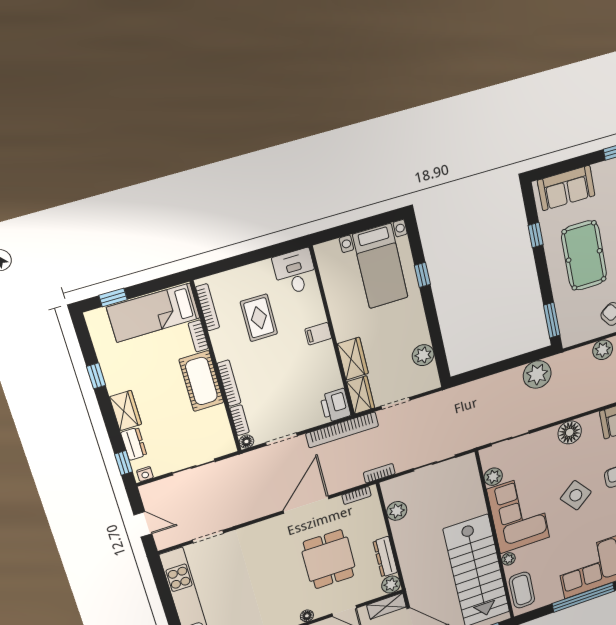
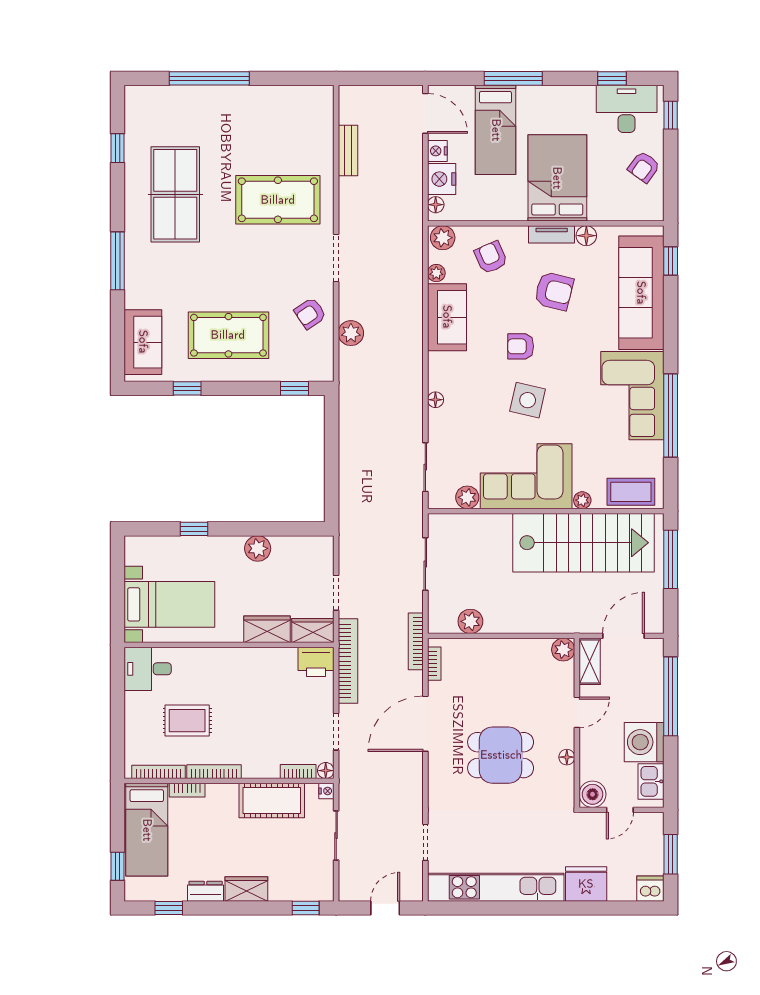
bed with nightstands: (380, 266) -> (169, 604), moved
window: (552, 320) -> (295, 388), width x0.67
filing cabinet: (318, 334) -> (226, 661), removed
plant: (423, 355) -> (258, 548), moved
plant: (537, 374) -> (356, 419), removed
window: (96, 376) -> (169, 908), moved
cot: (201, 381) -> (272, 800), moved
bookcase: (229, 383) -> (214, 772), moved
floor lamp: (570, 432) -> (435, 400), width x0.53, depth x0.53
dresser: (134, 444) -> (206, 891), moved
bookcase: (379, 473) -> (416, 641), width x1.56
nightstand: (145, 474) -> (326, 791), moved
side table: (576, 495) -> (528, 400), turned -38
door: (306, 505) -> (425, 724), hinge flipped
dresser: (385, 557) -> (524, 648), removed
dining table: (329, 559) -> (501, 755), moved

